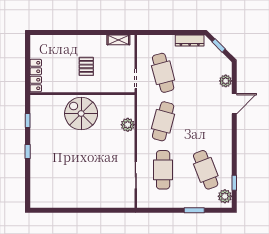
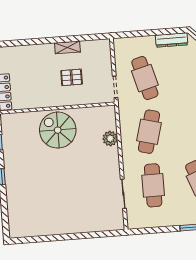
shelving: (118, 40) -> (67, 47), moved
pallet: (86, 66) -> (72, 77), moved, turned 90

